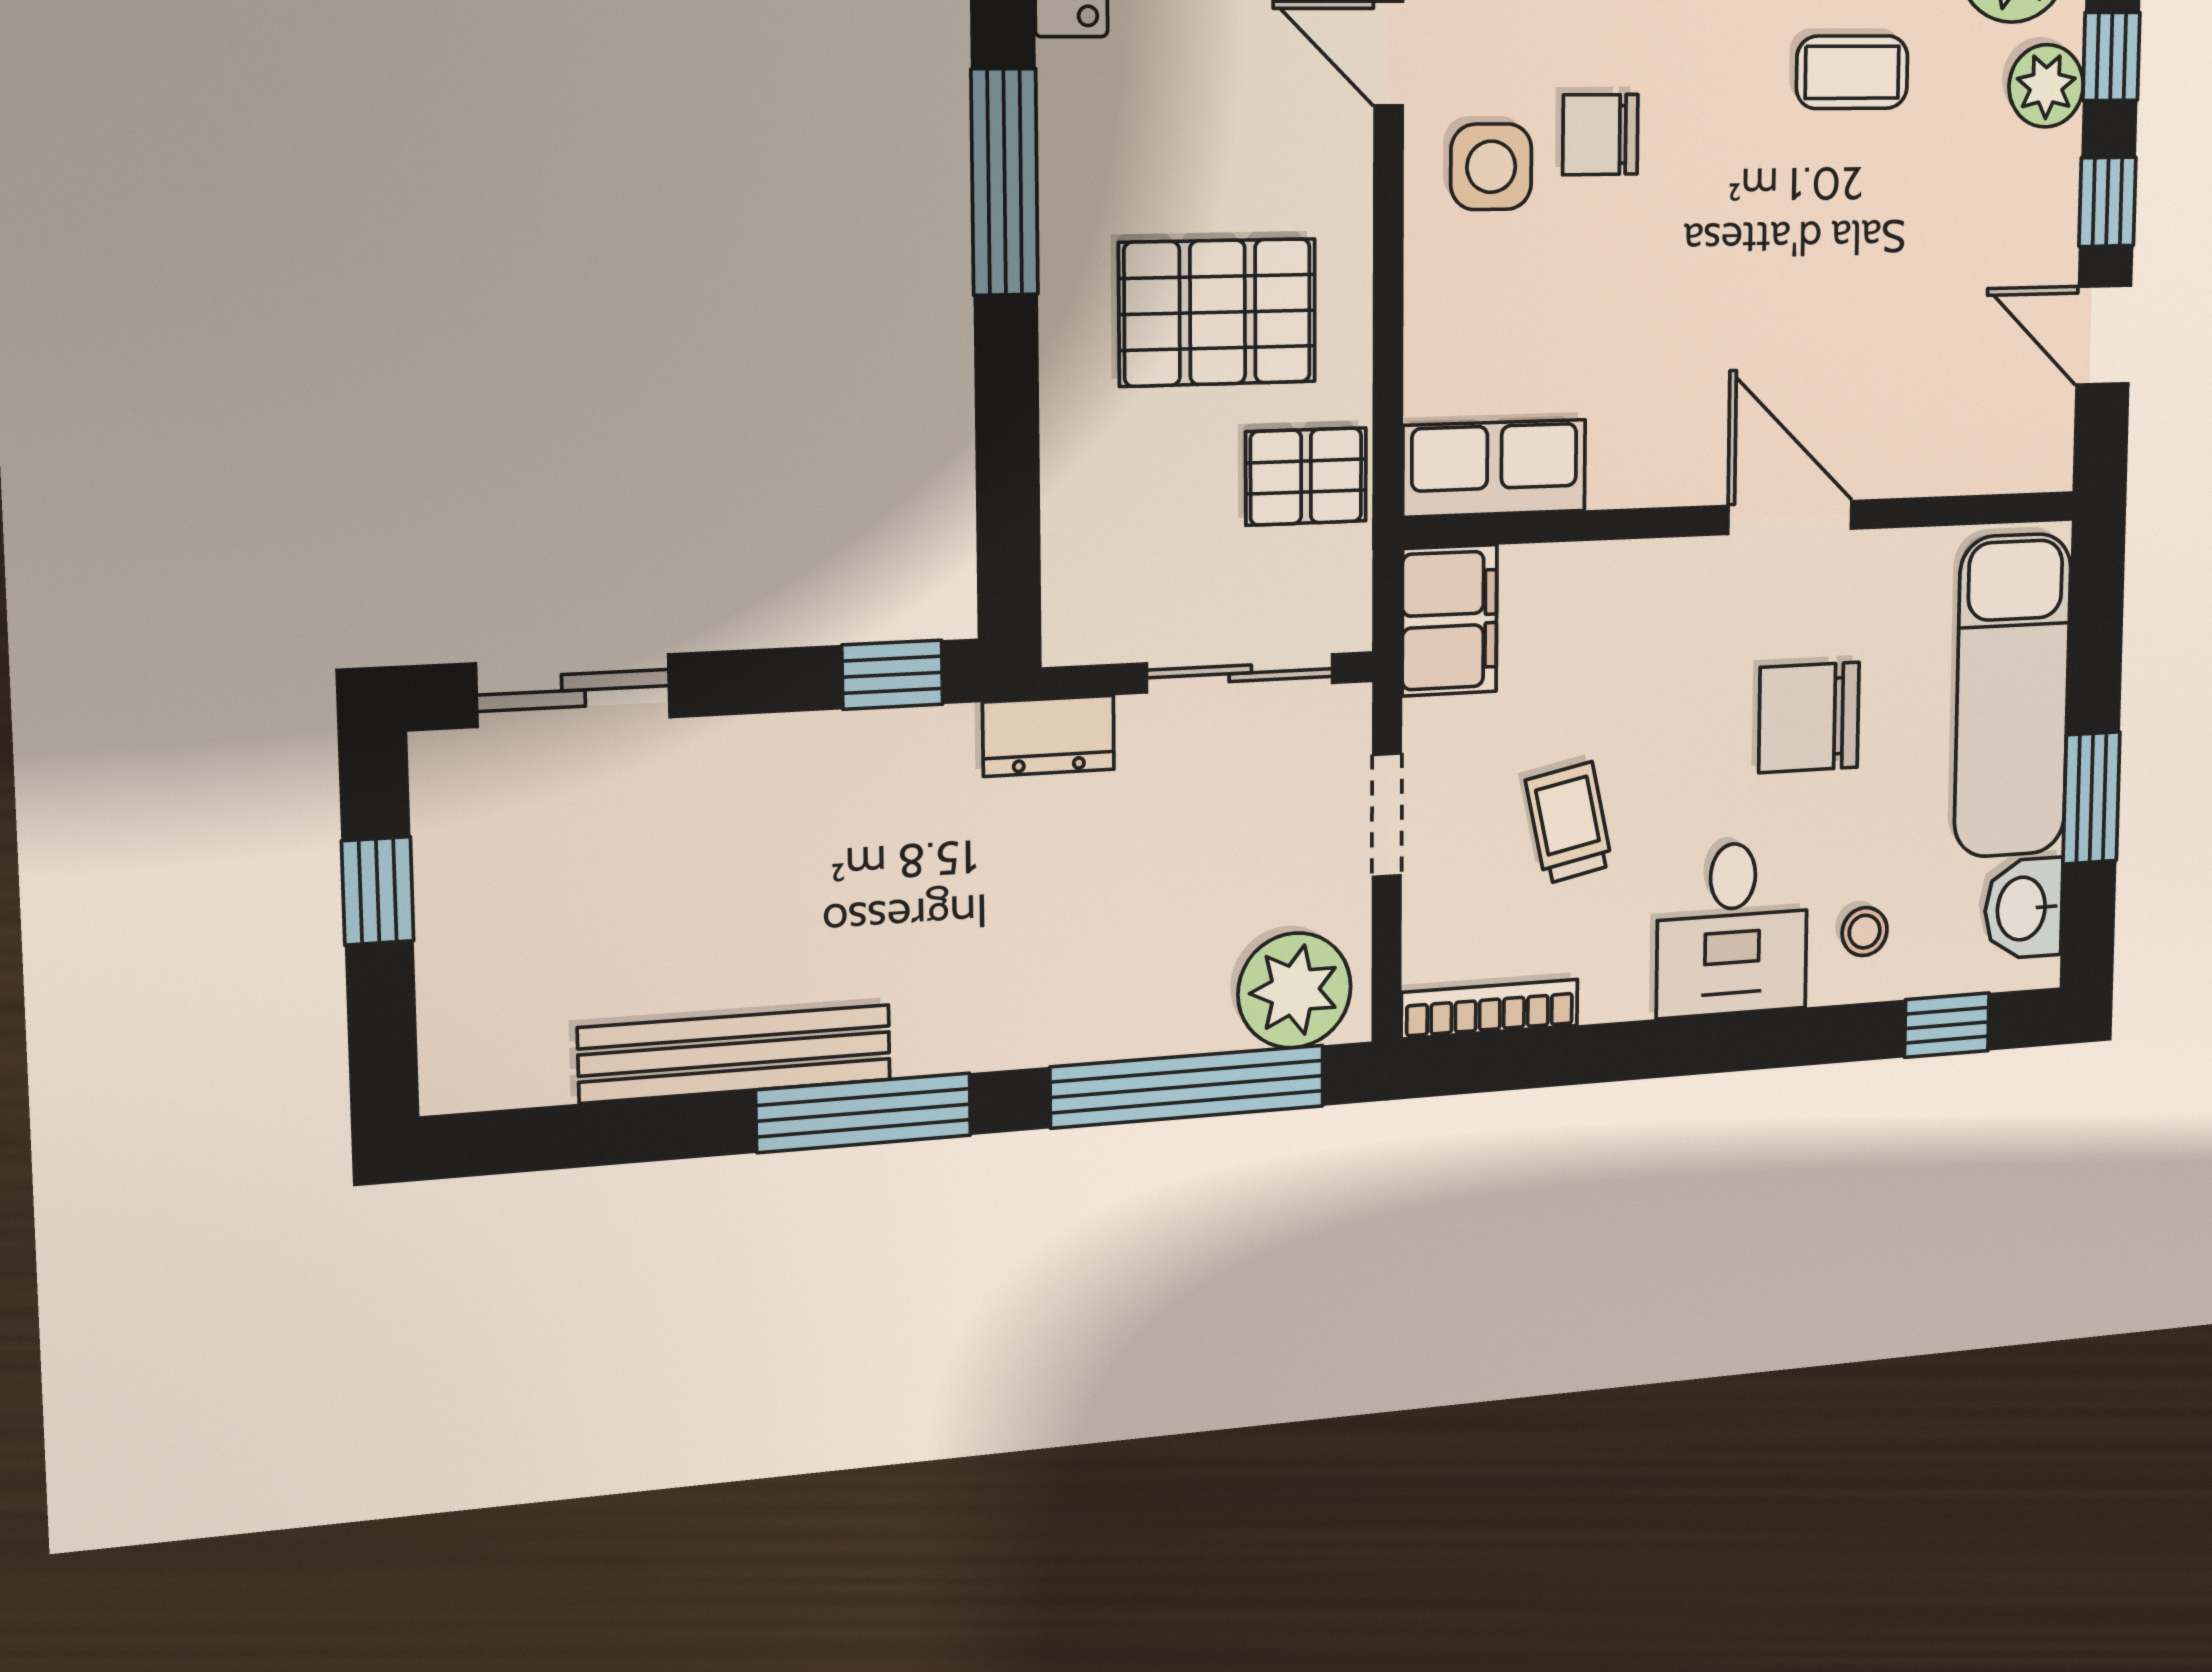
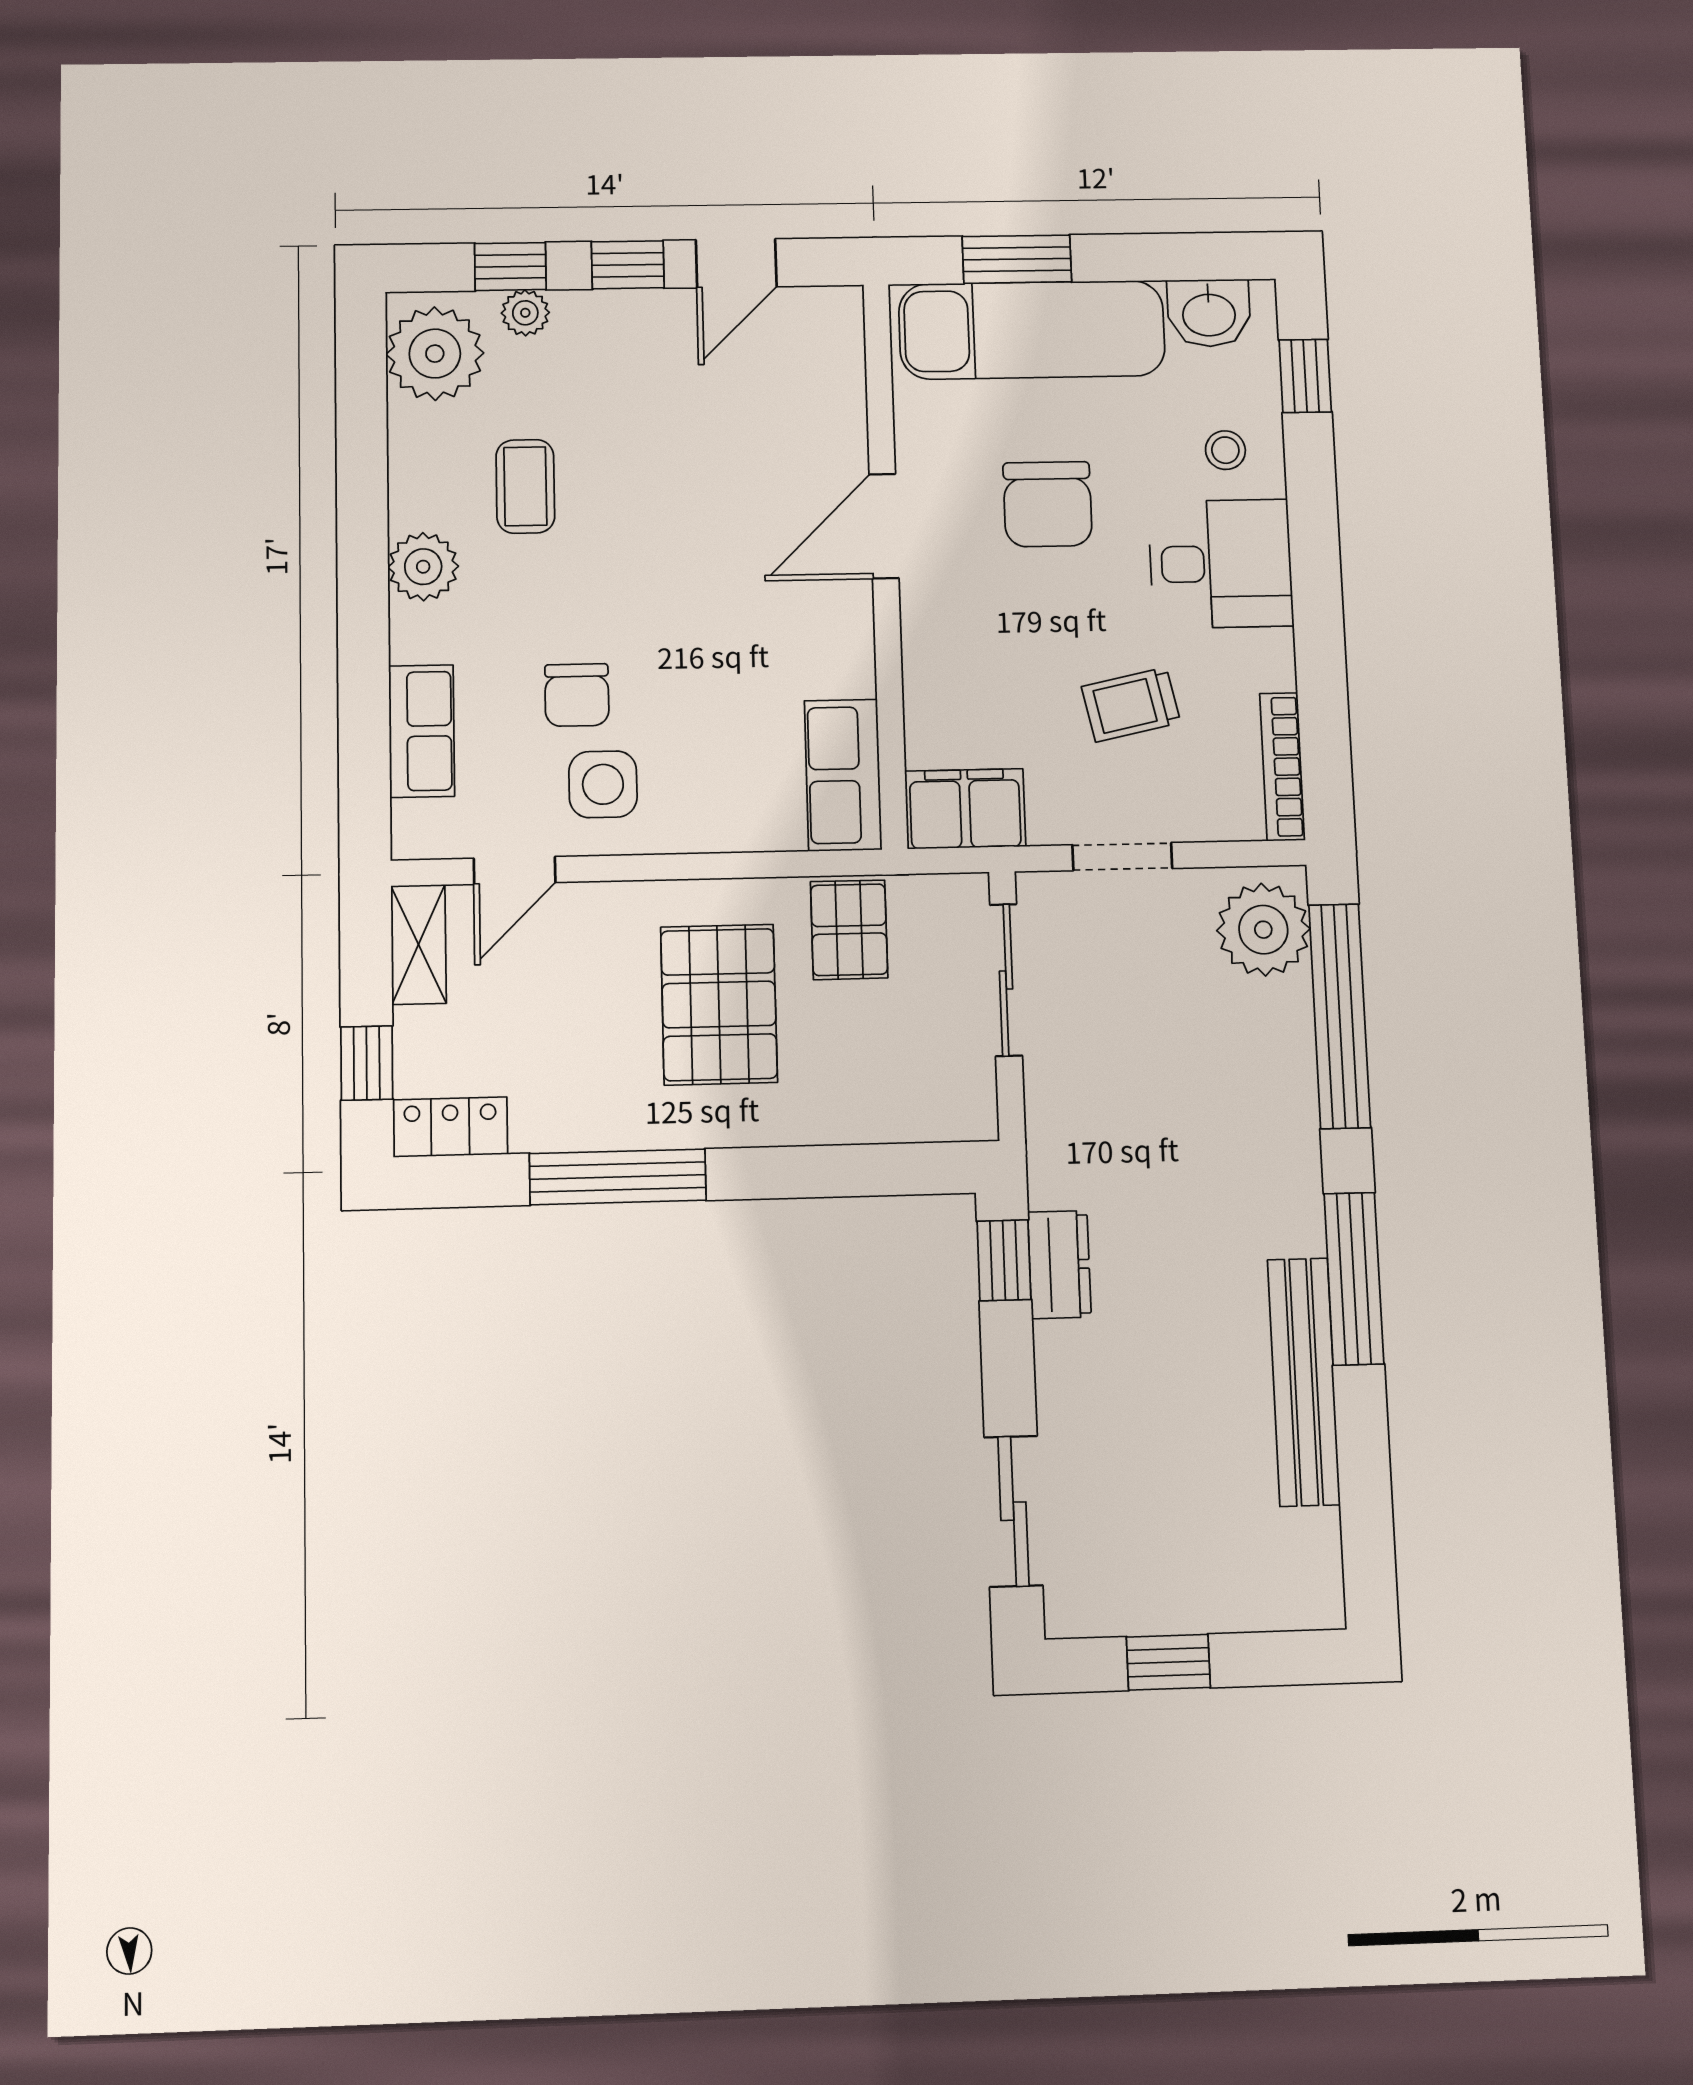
plant: (2046, 86) -> (525, 313), width x0.73, depth x0.73
dresser: (1049, 736) -> (1059, 1265), moved
window: (2091, 798) -> (1017, 259), moved

